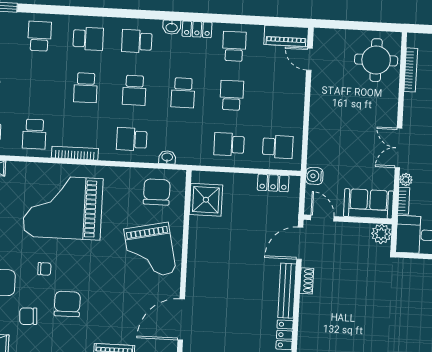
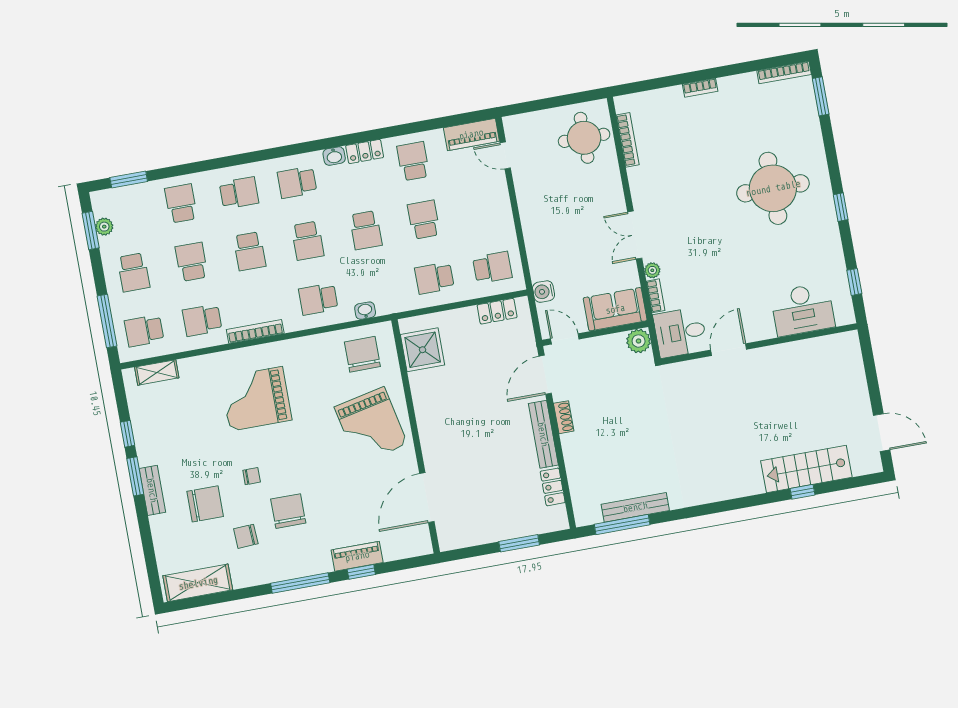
school desk: (37, 85) -> (192, 262), added
school desk: (34, 134) -> (202, 320), turned 90
grand piano: (63, 208) -> (256, 399), width x0.73, depth x0.68

